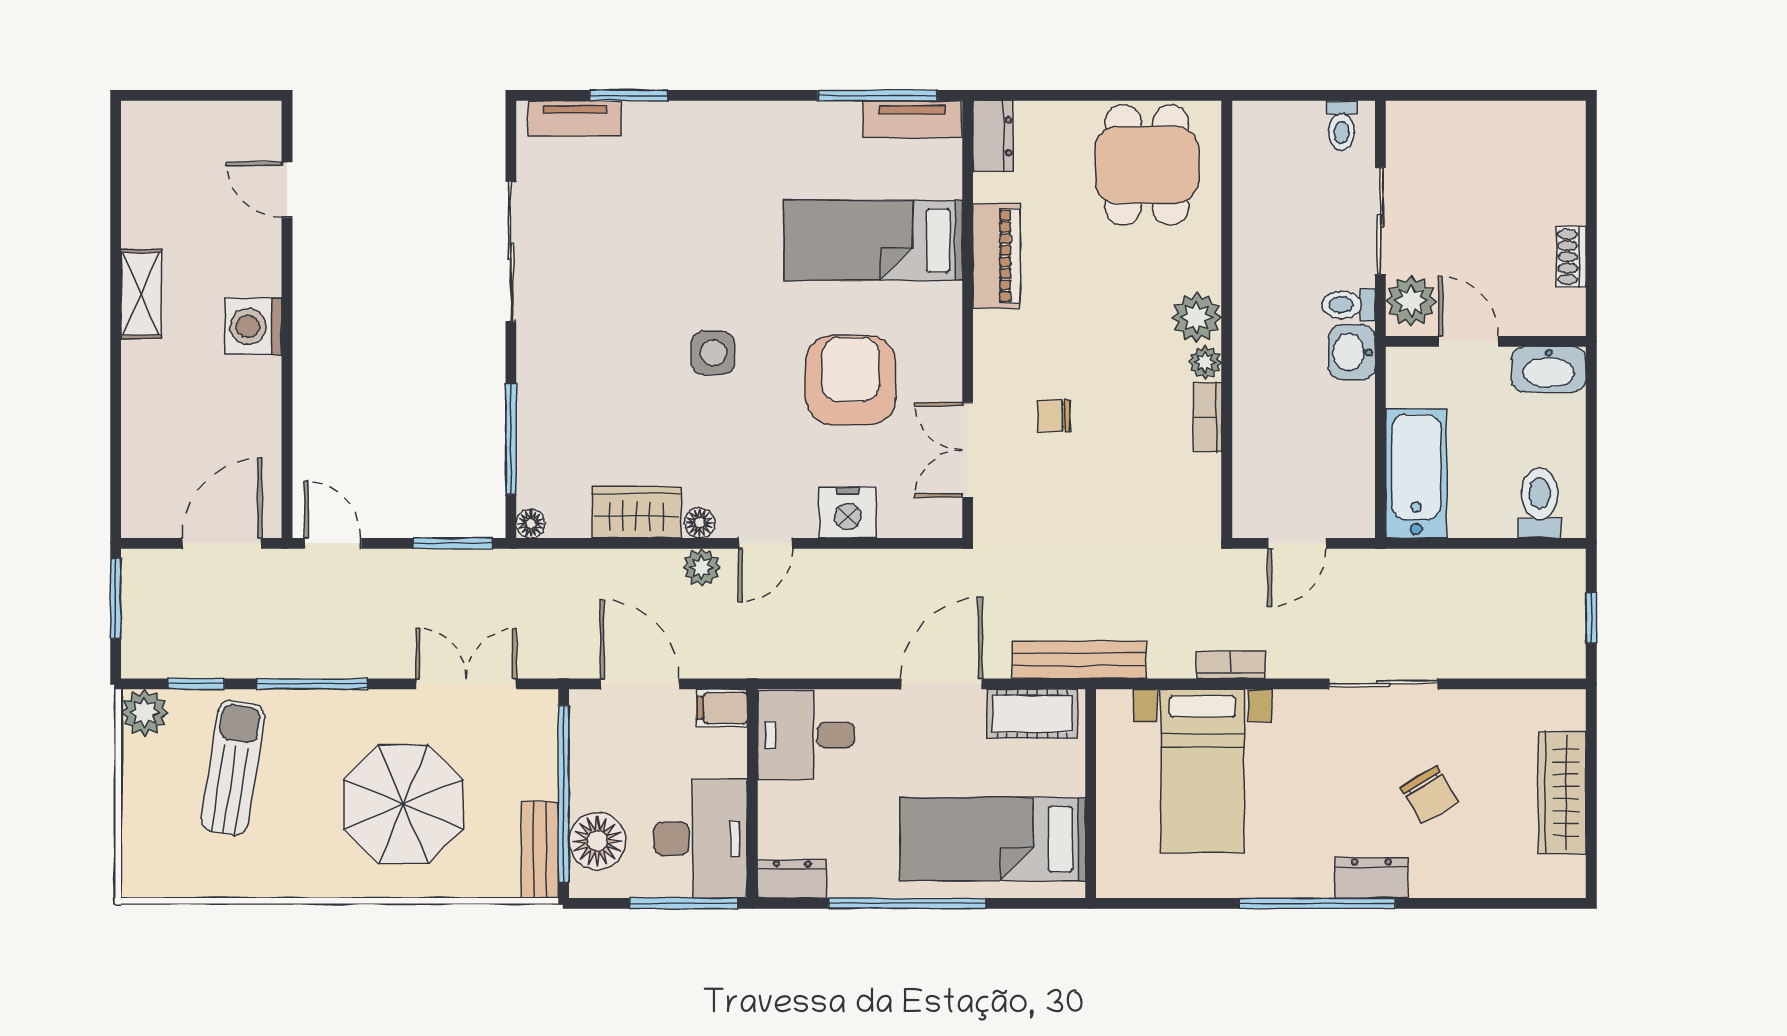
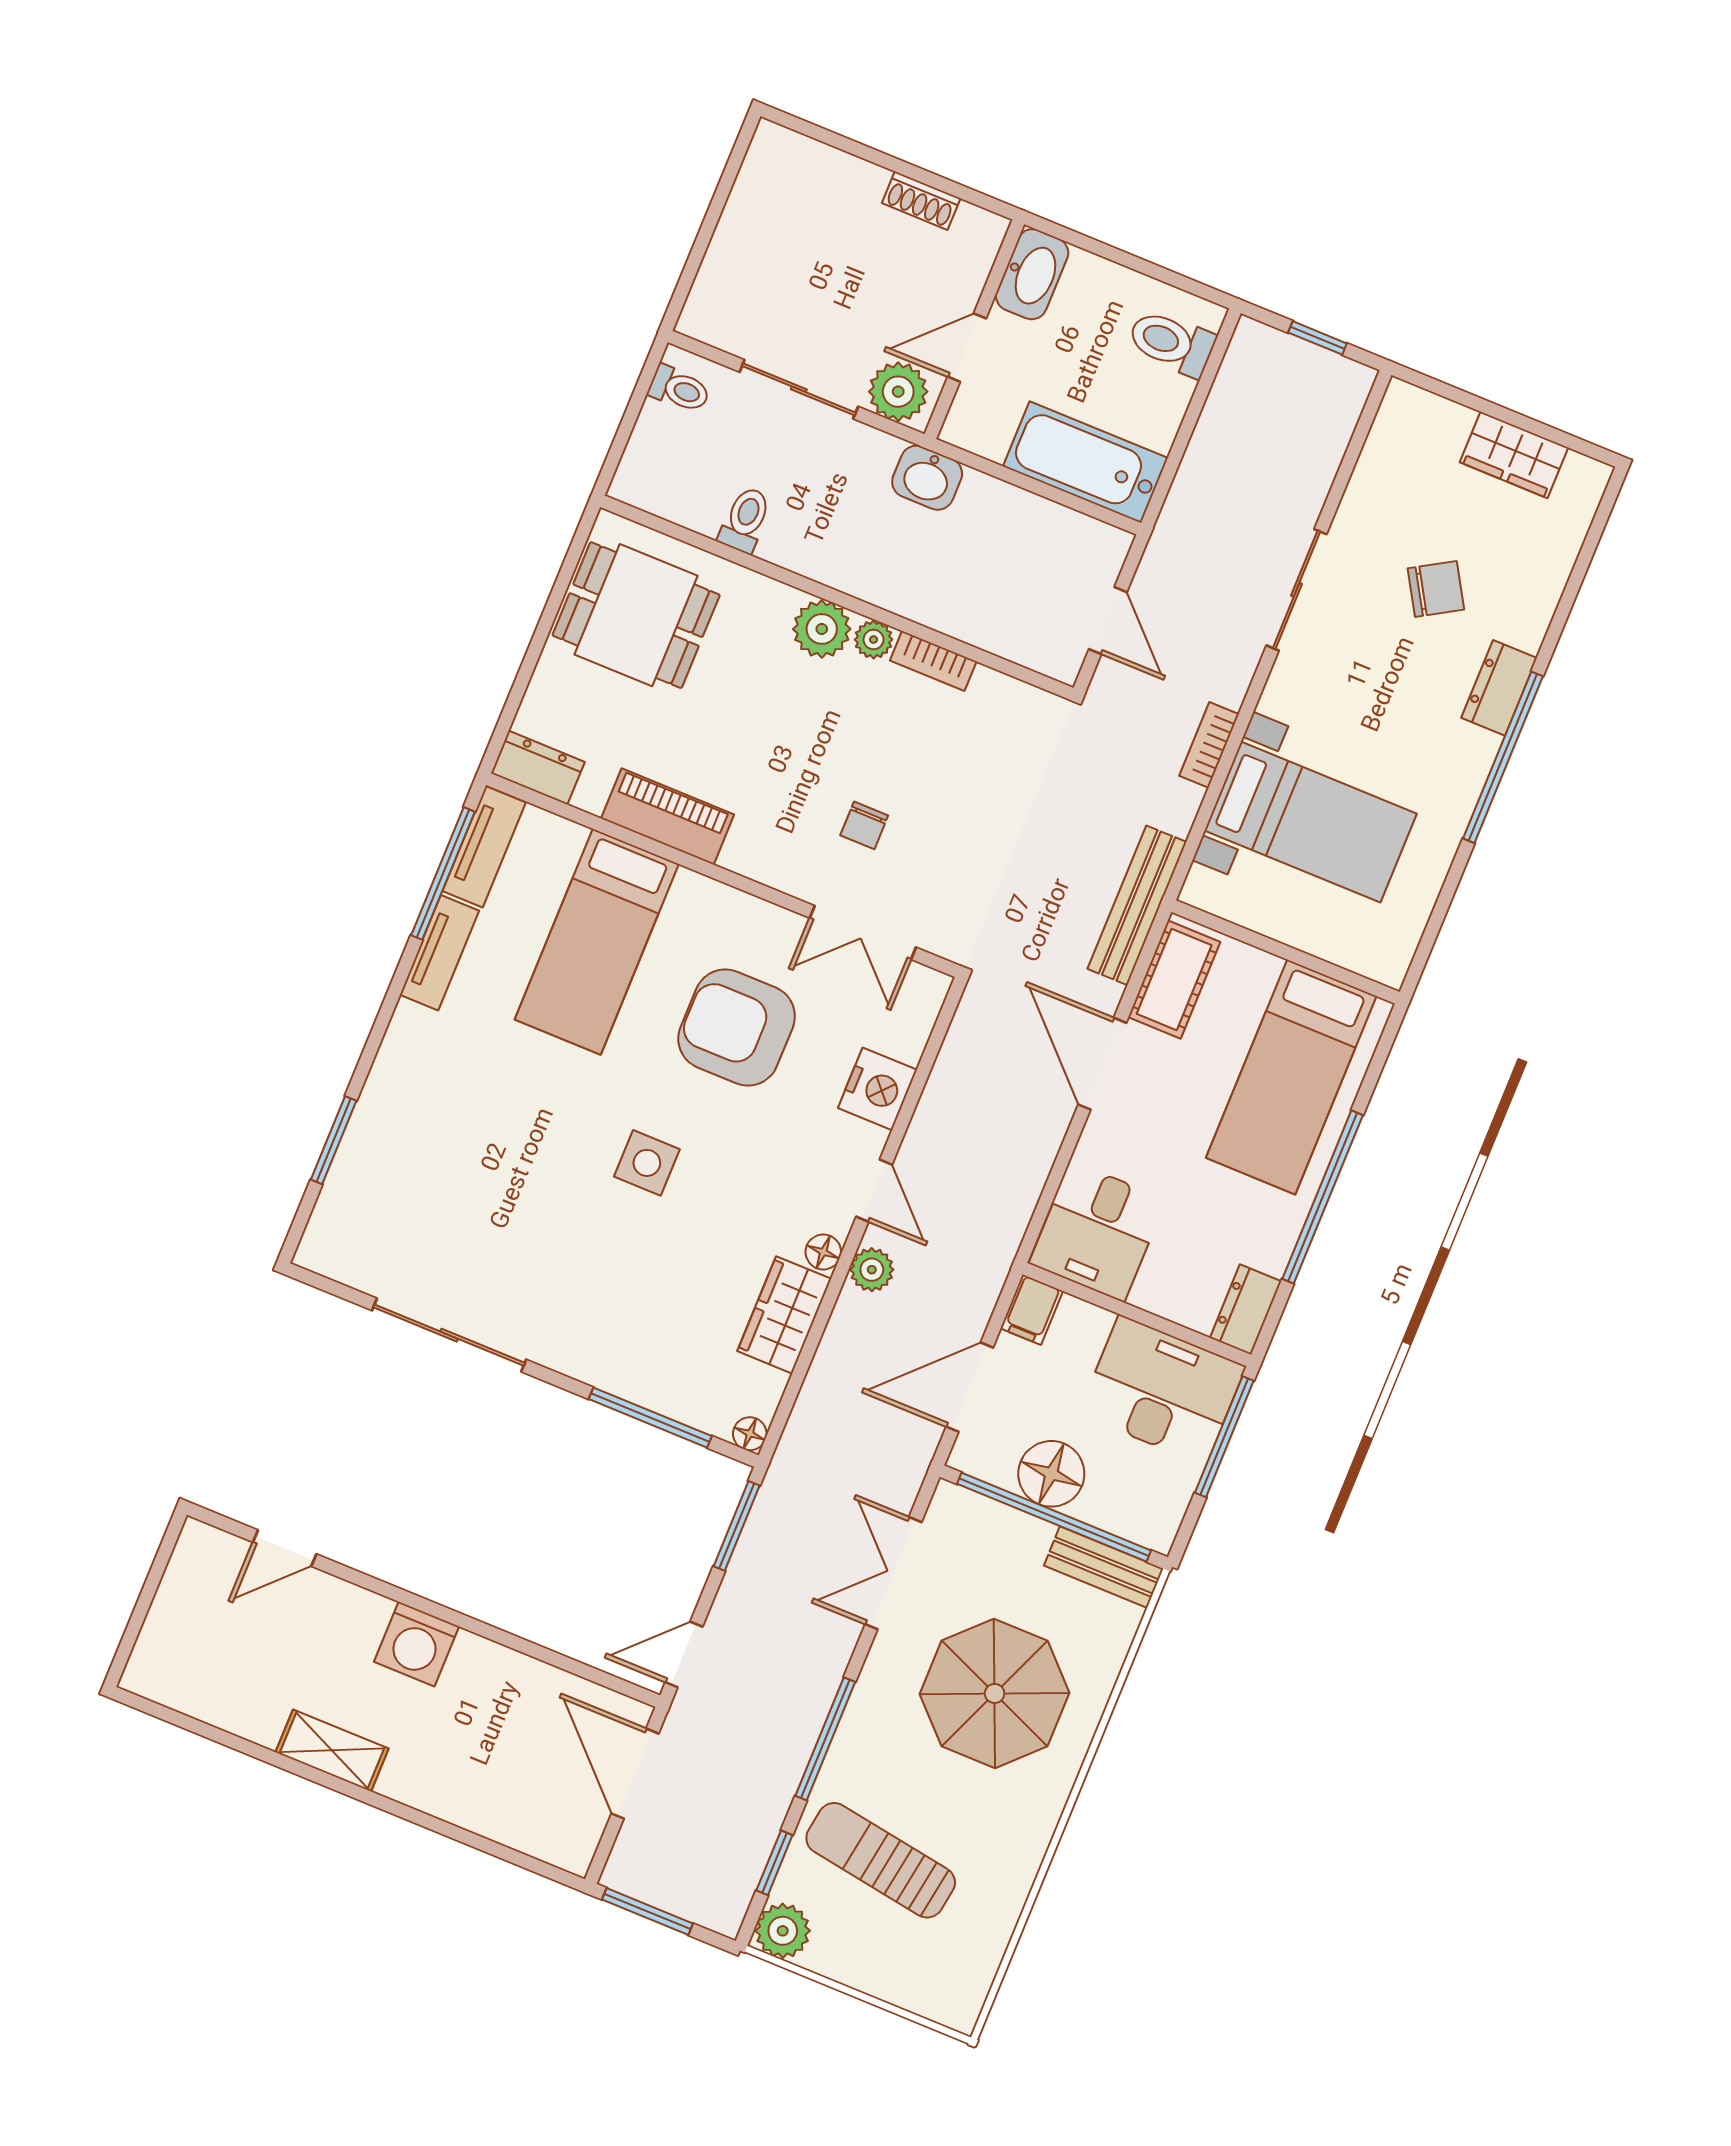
tv unit: (575, 118) -> (439, 953), moved
toilet: (1349, 305) -> (745, 520), moved, turned 180
wardrobe: (1562, 793) -> (1514, 455), width x0.67
floor lamp: (597, 841) -> (1051, 1474), moved

